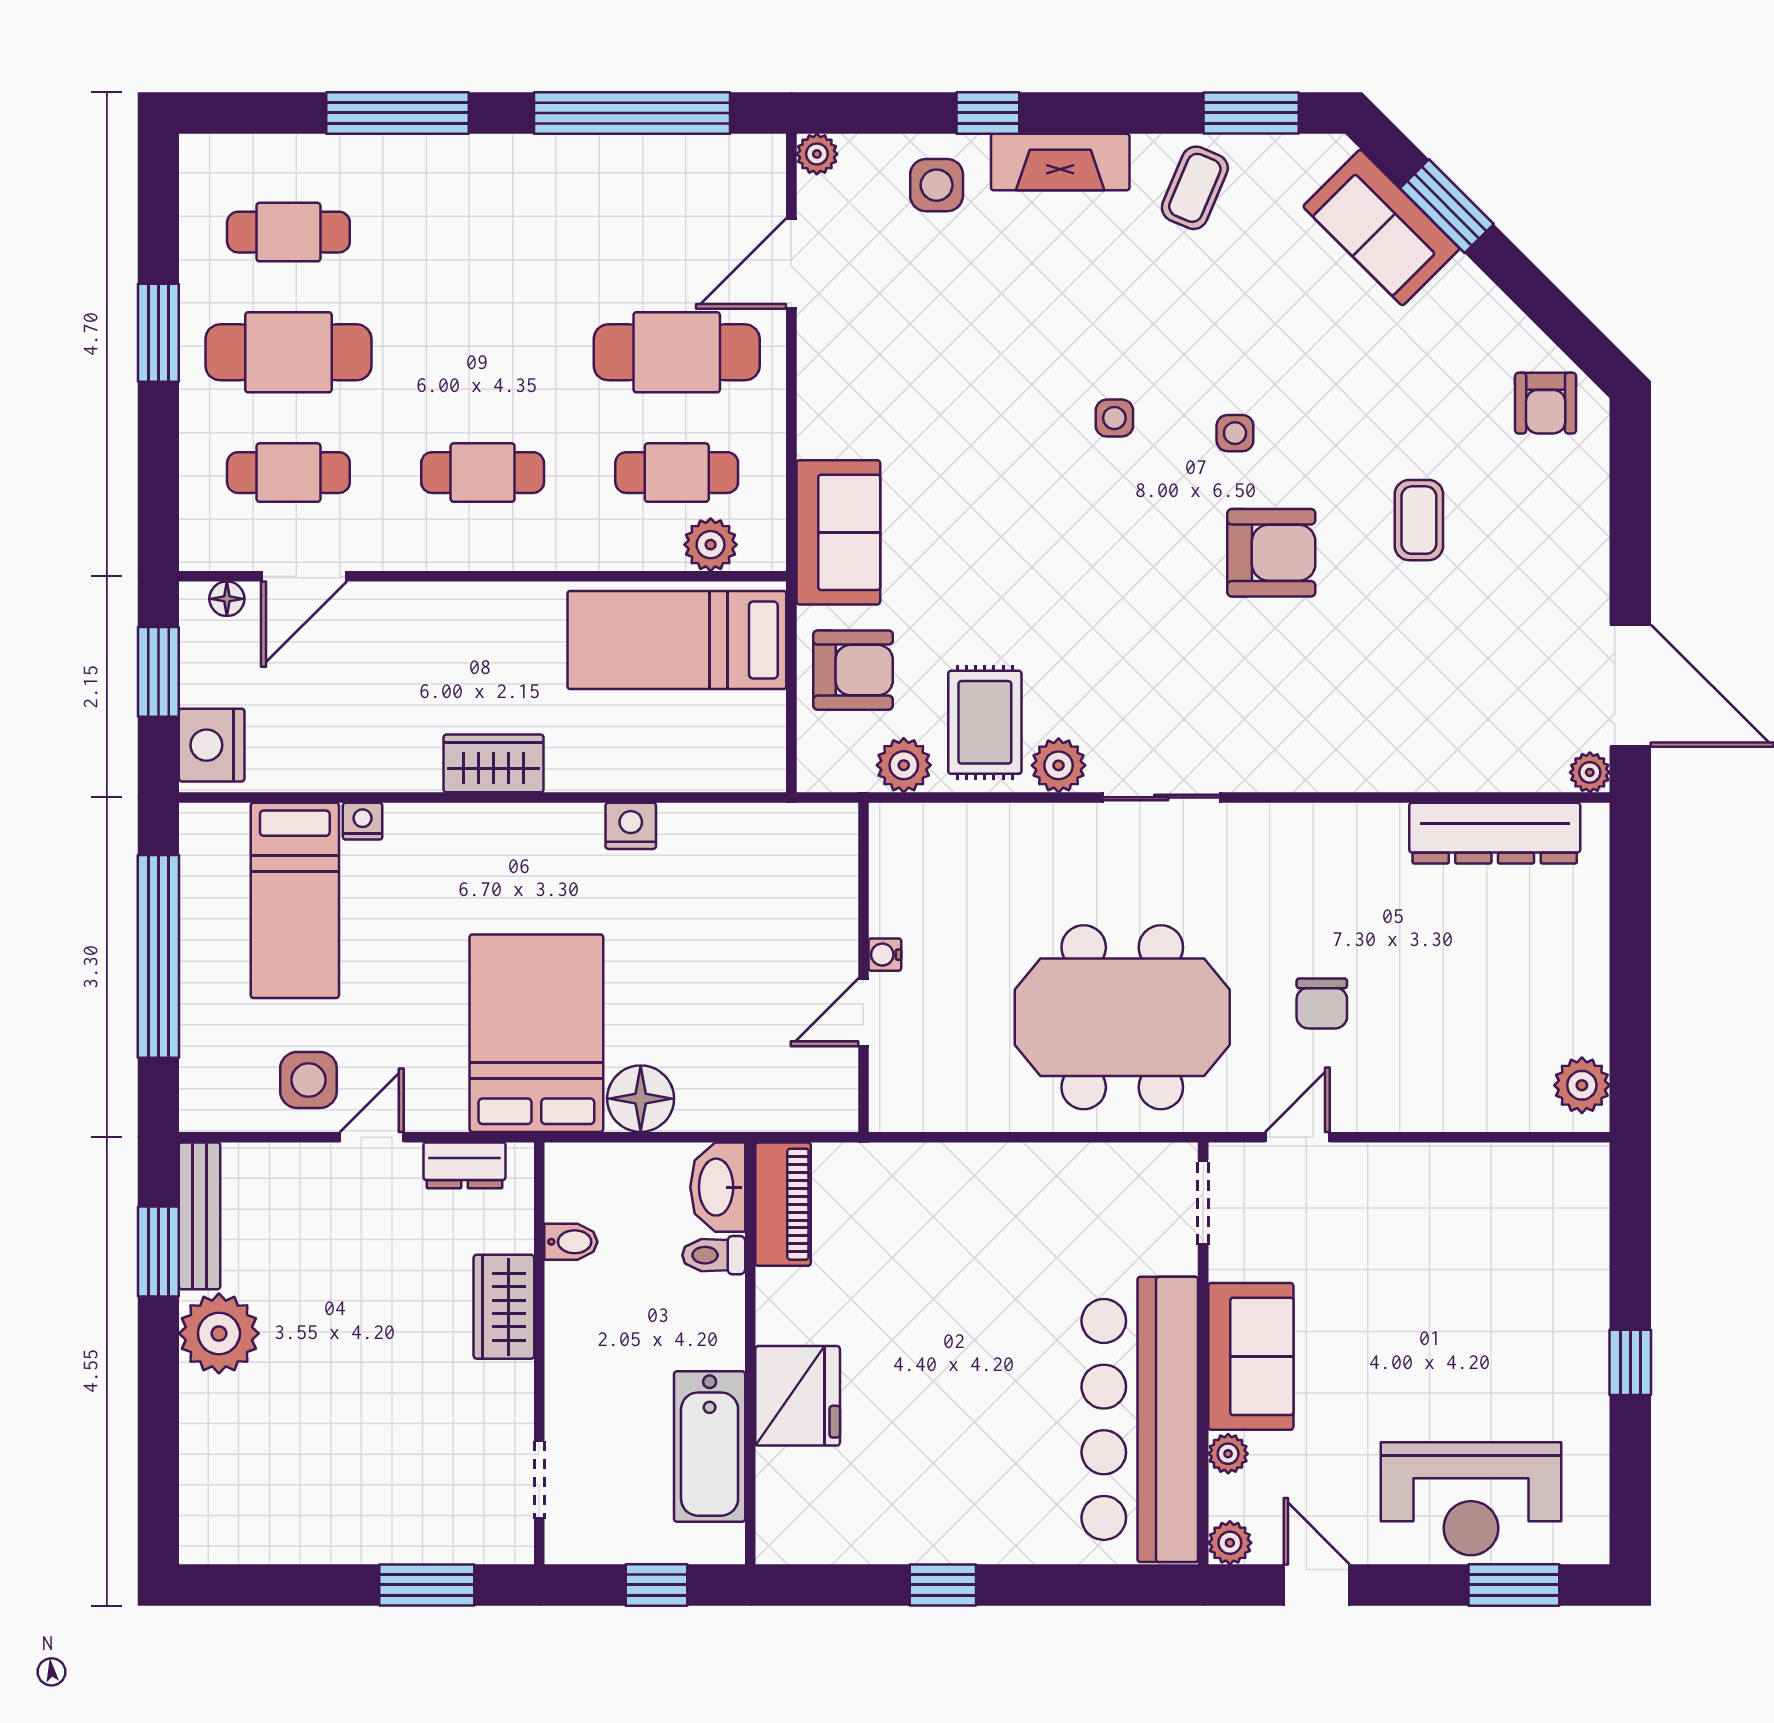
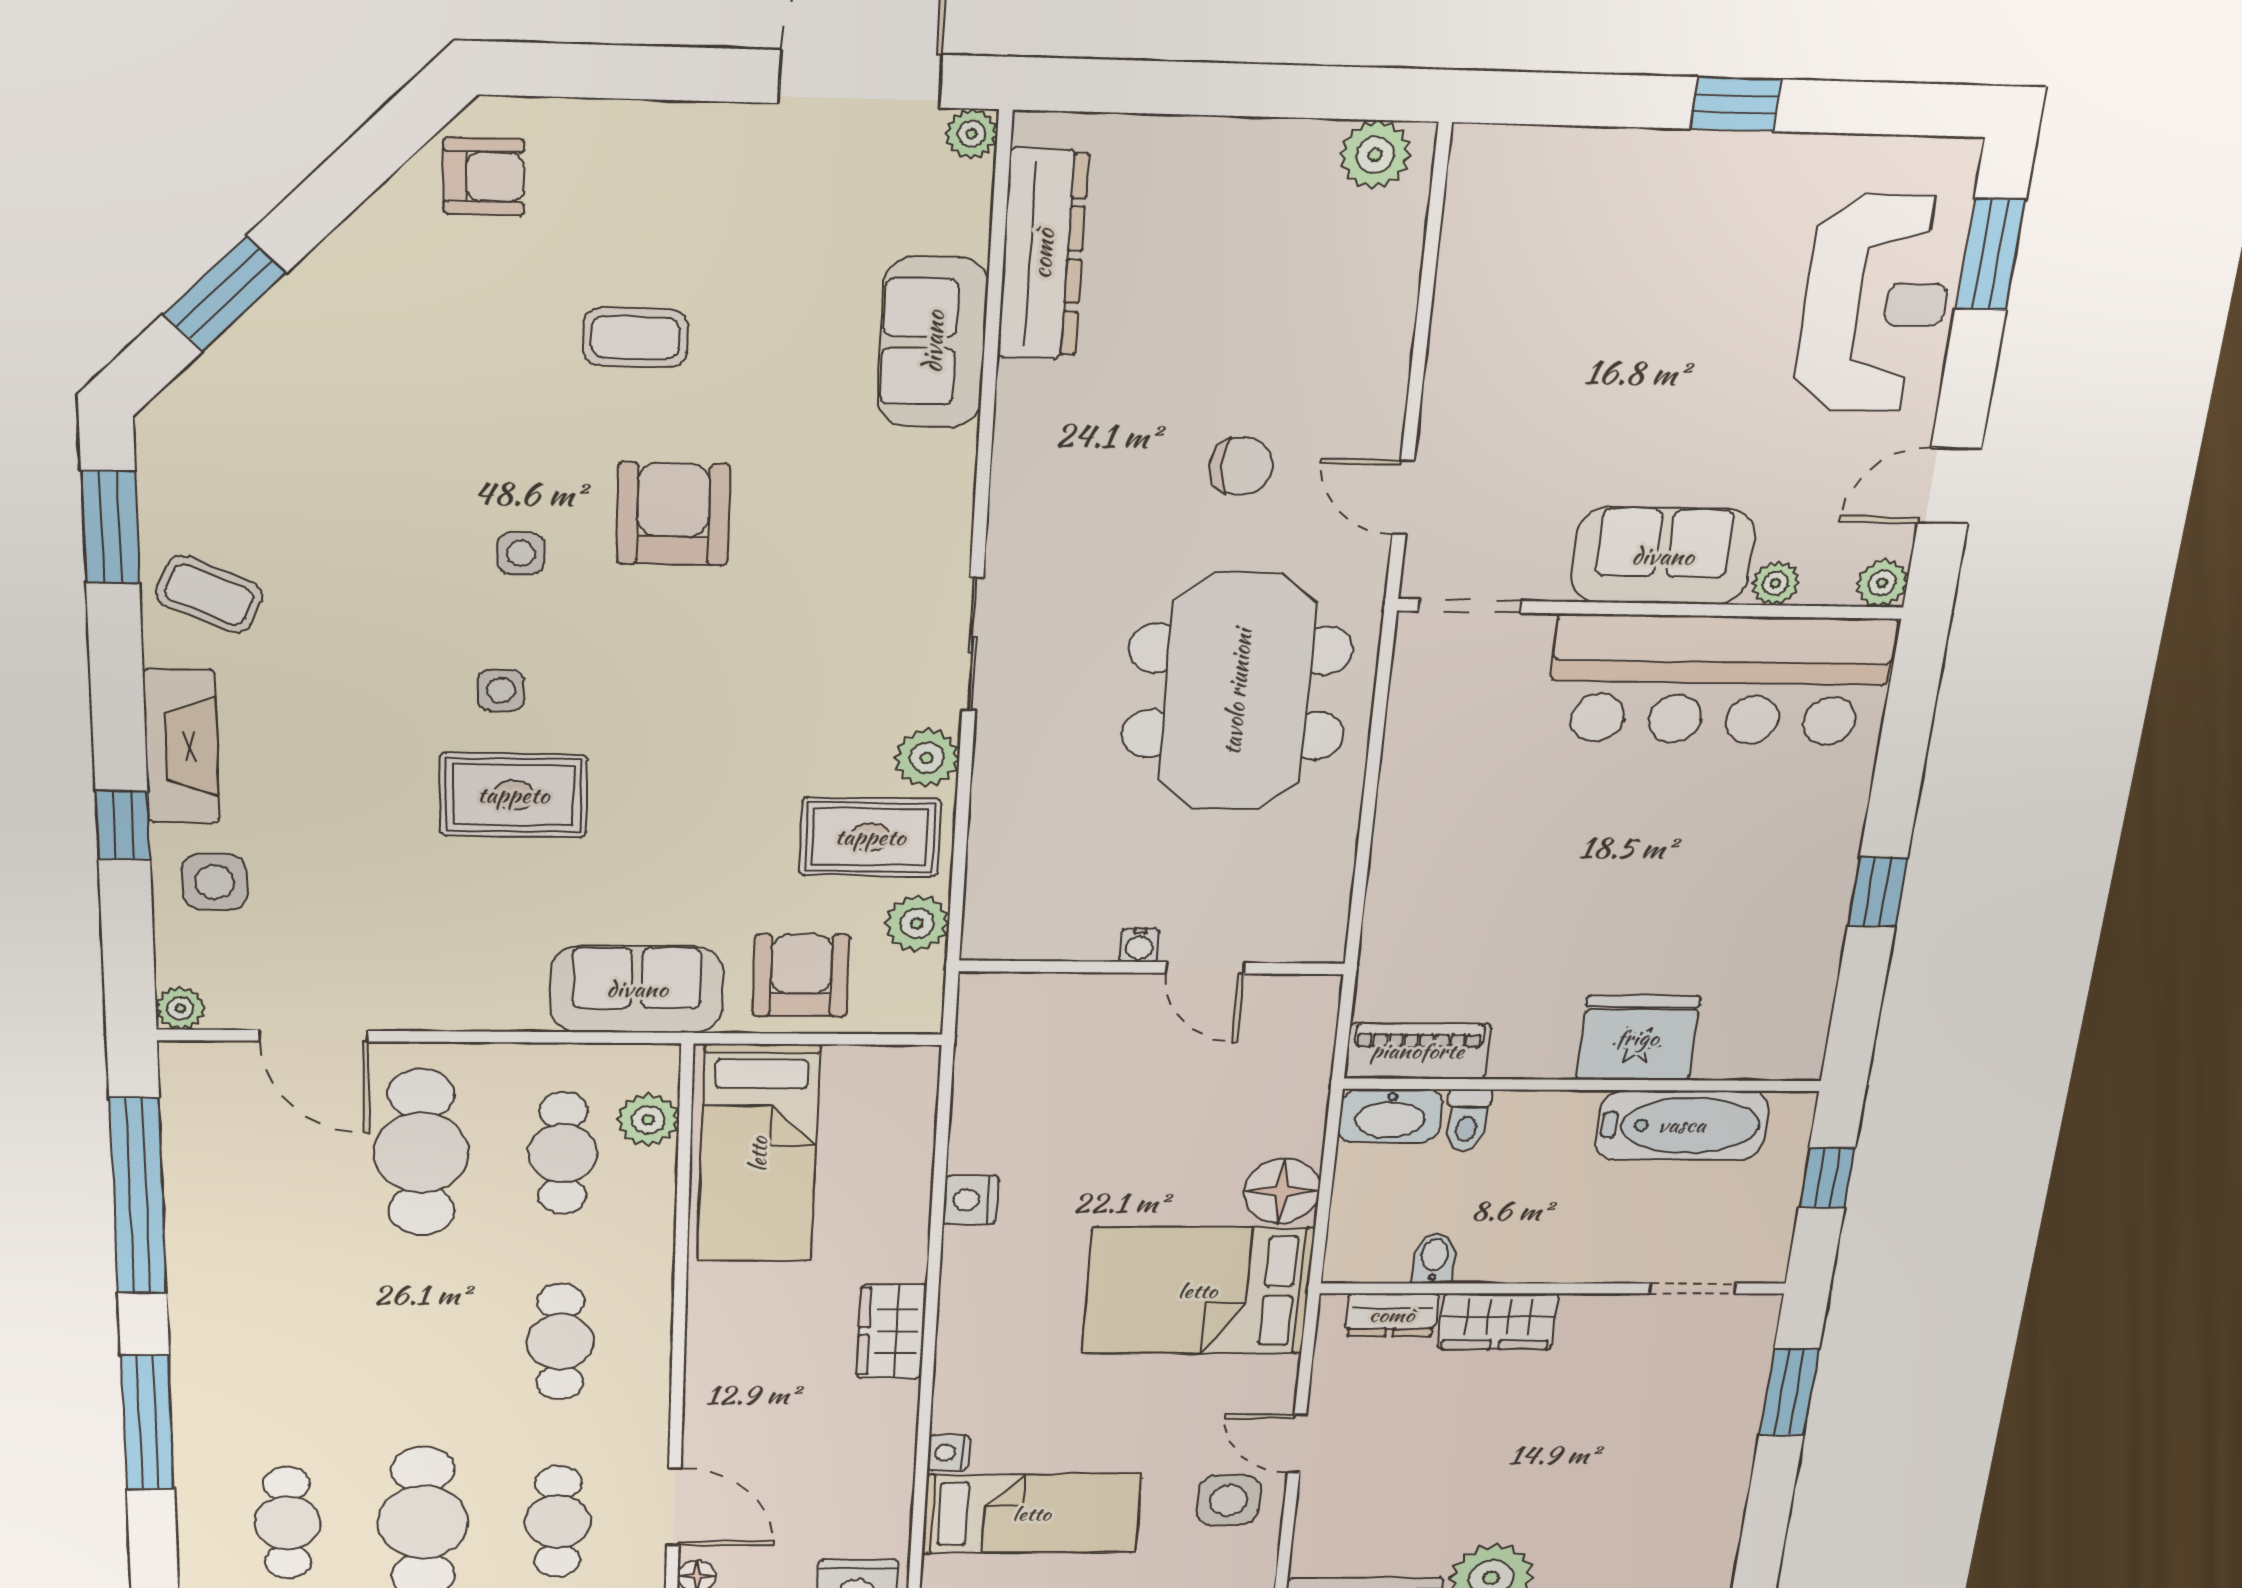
sofa: (1381, 228) -> (933, 342), moved, turned 135
rug: (1020, 429) -> (513, 795), added
dresser: (465, 1165) -> (1392, 1315), moved, turned 90

